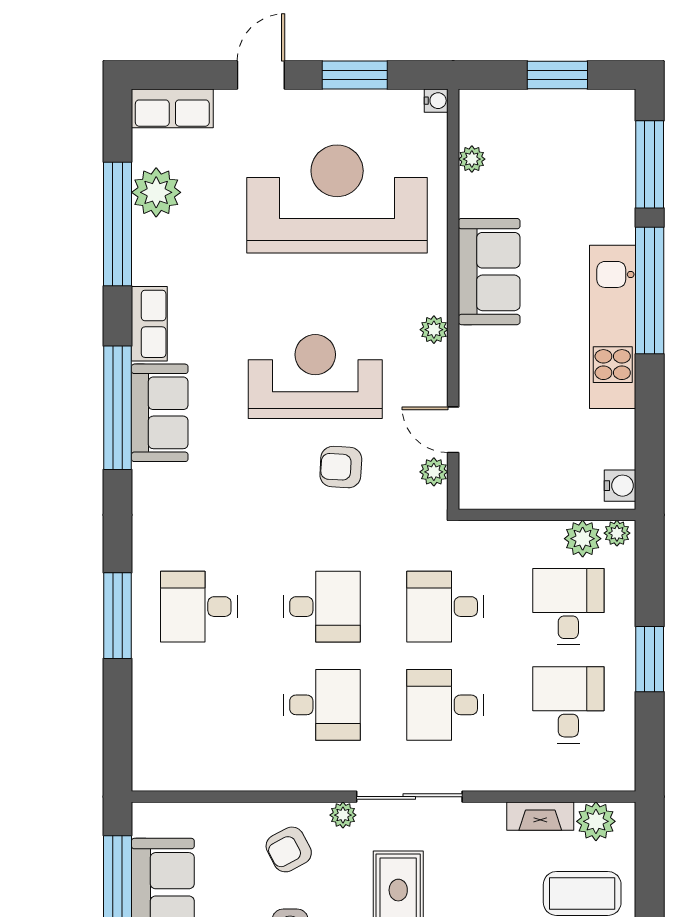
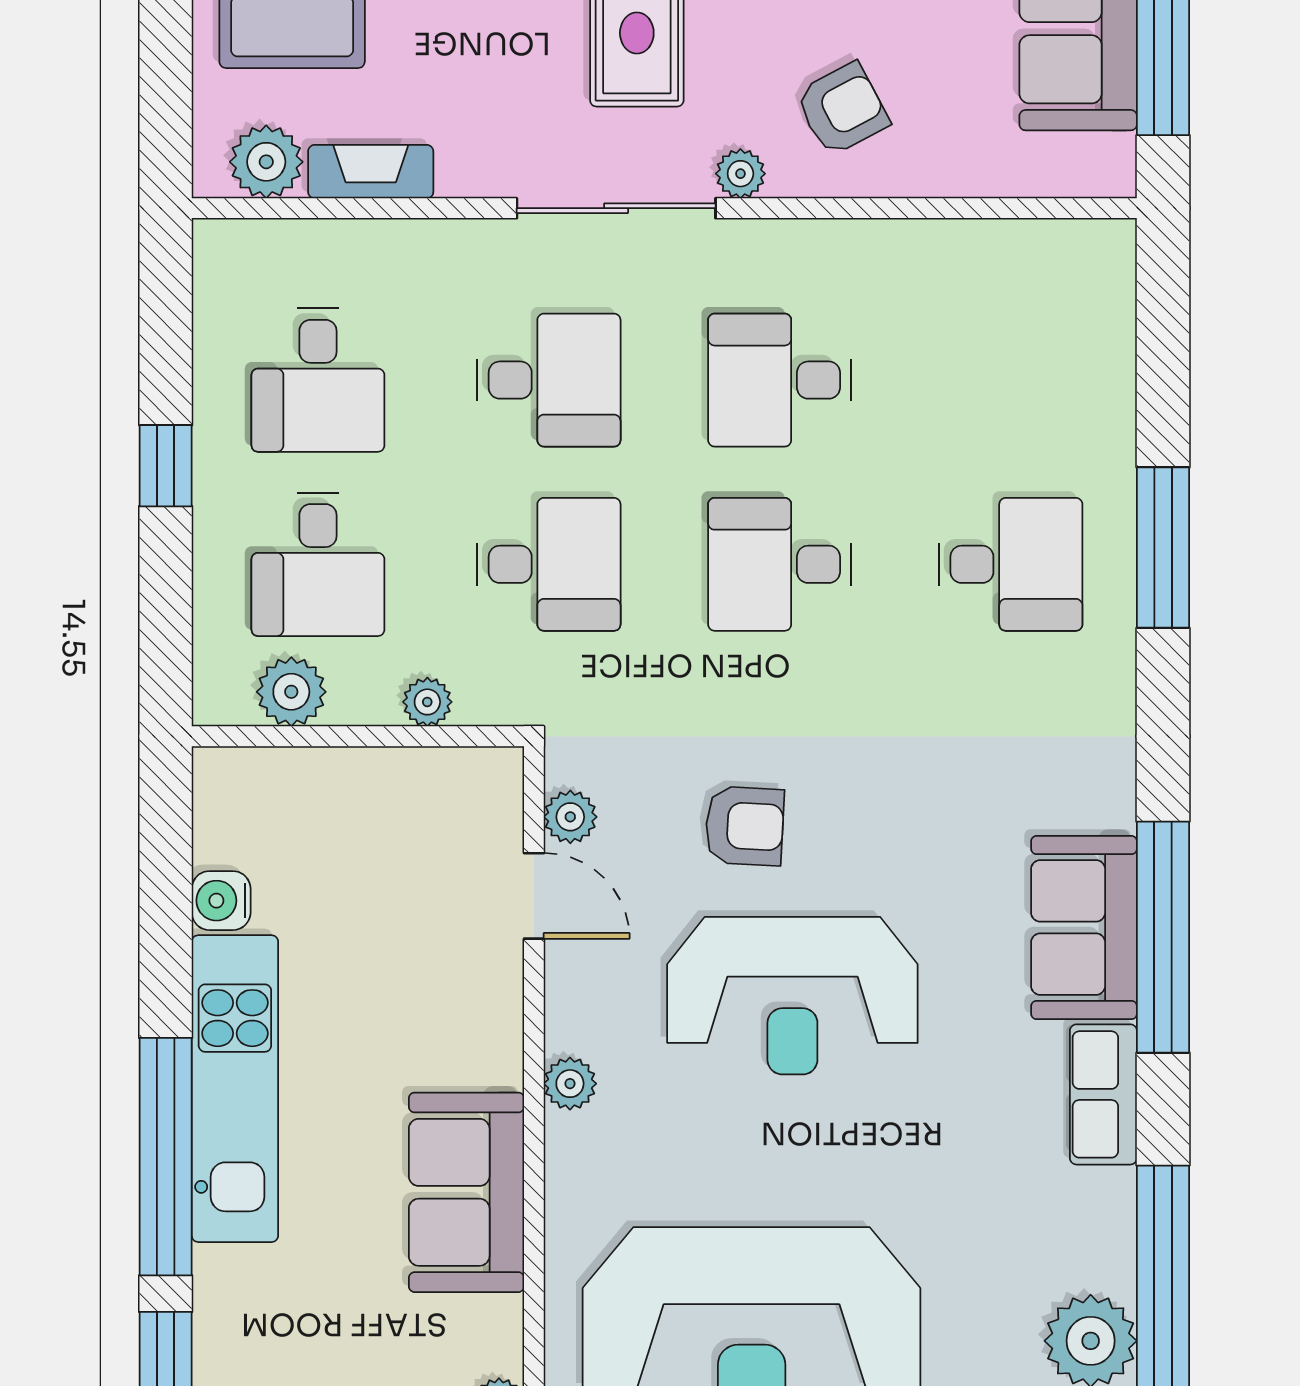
water cooler: (620, 486) -> (221, 901), moved
plant: (617, 533) -> (427, 702), moved
window: (650, 659) -> (166, 466), width x0.67

